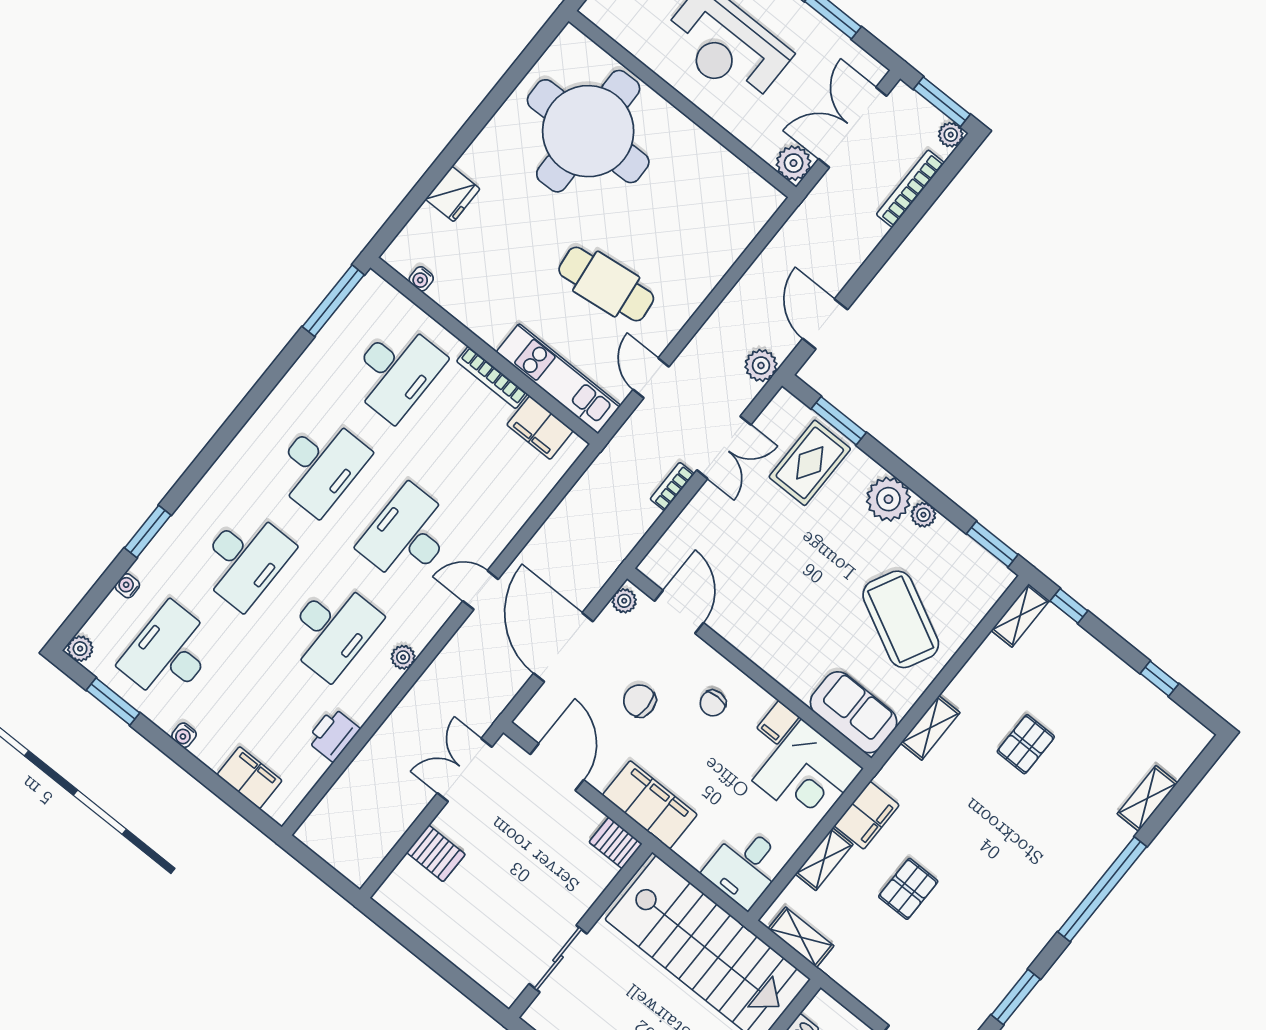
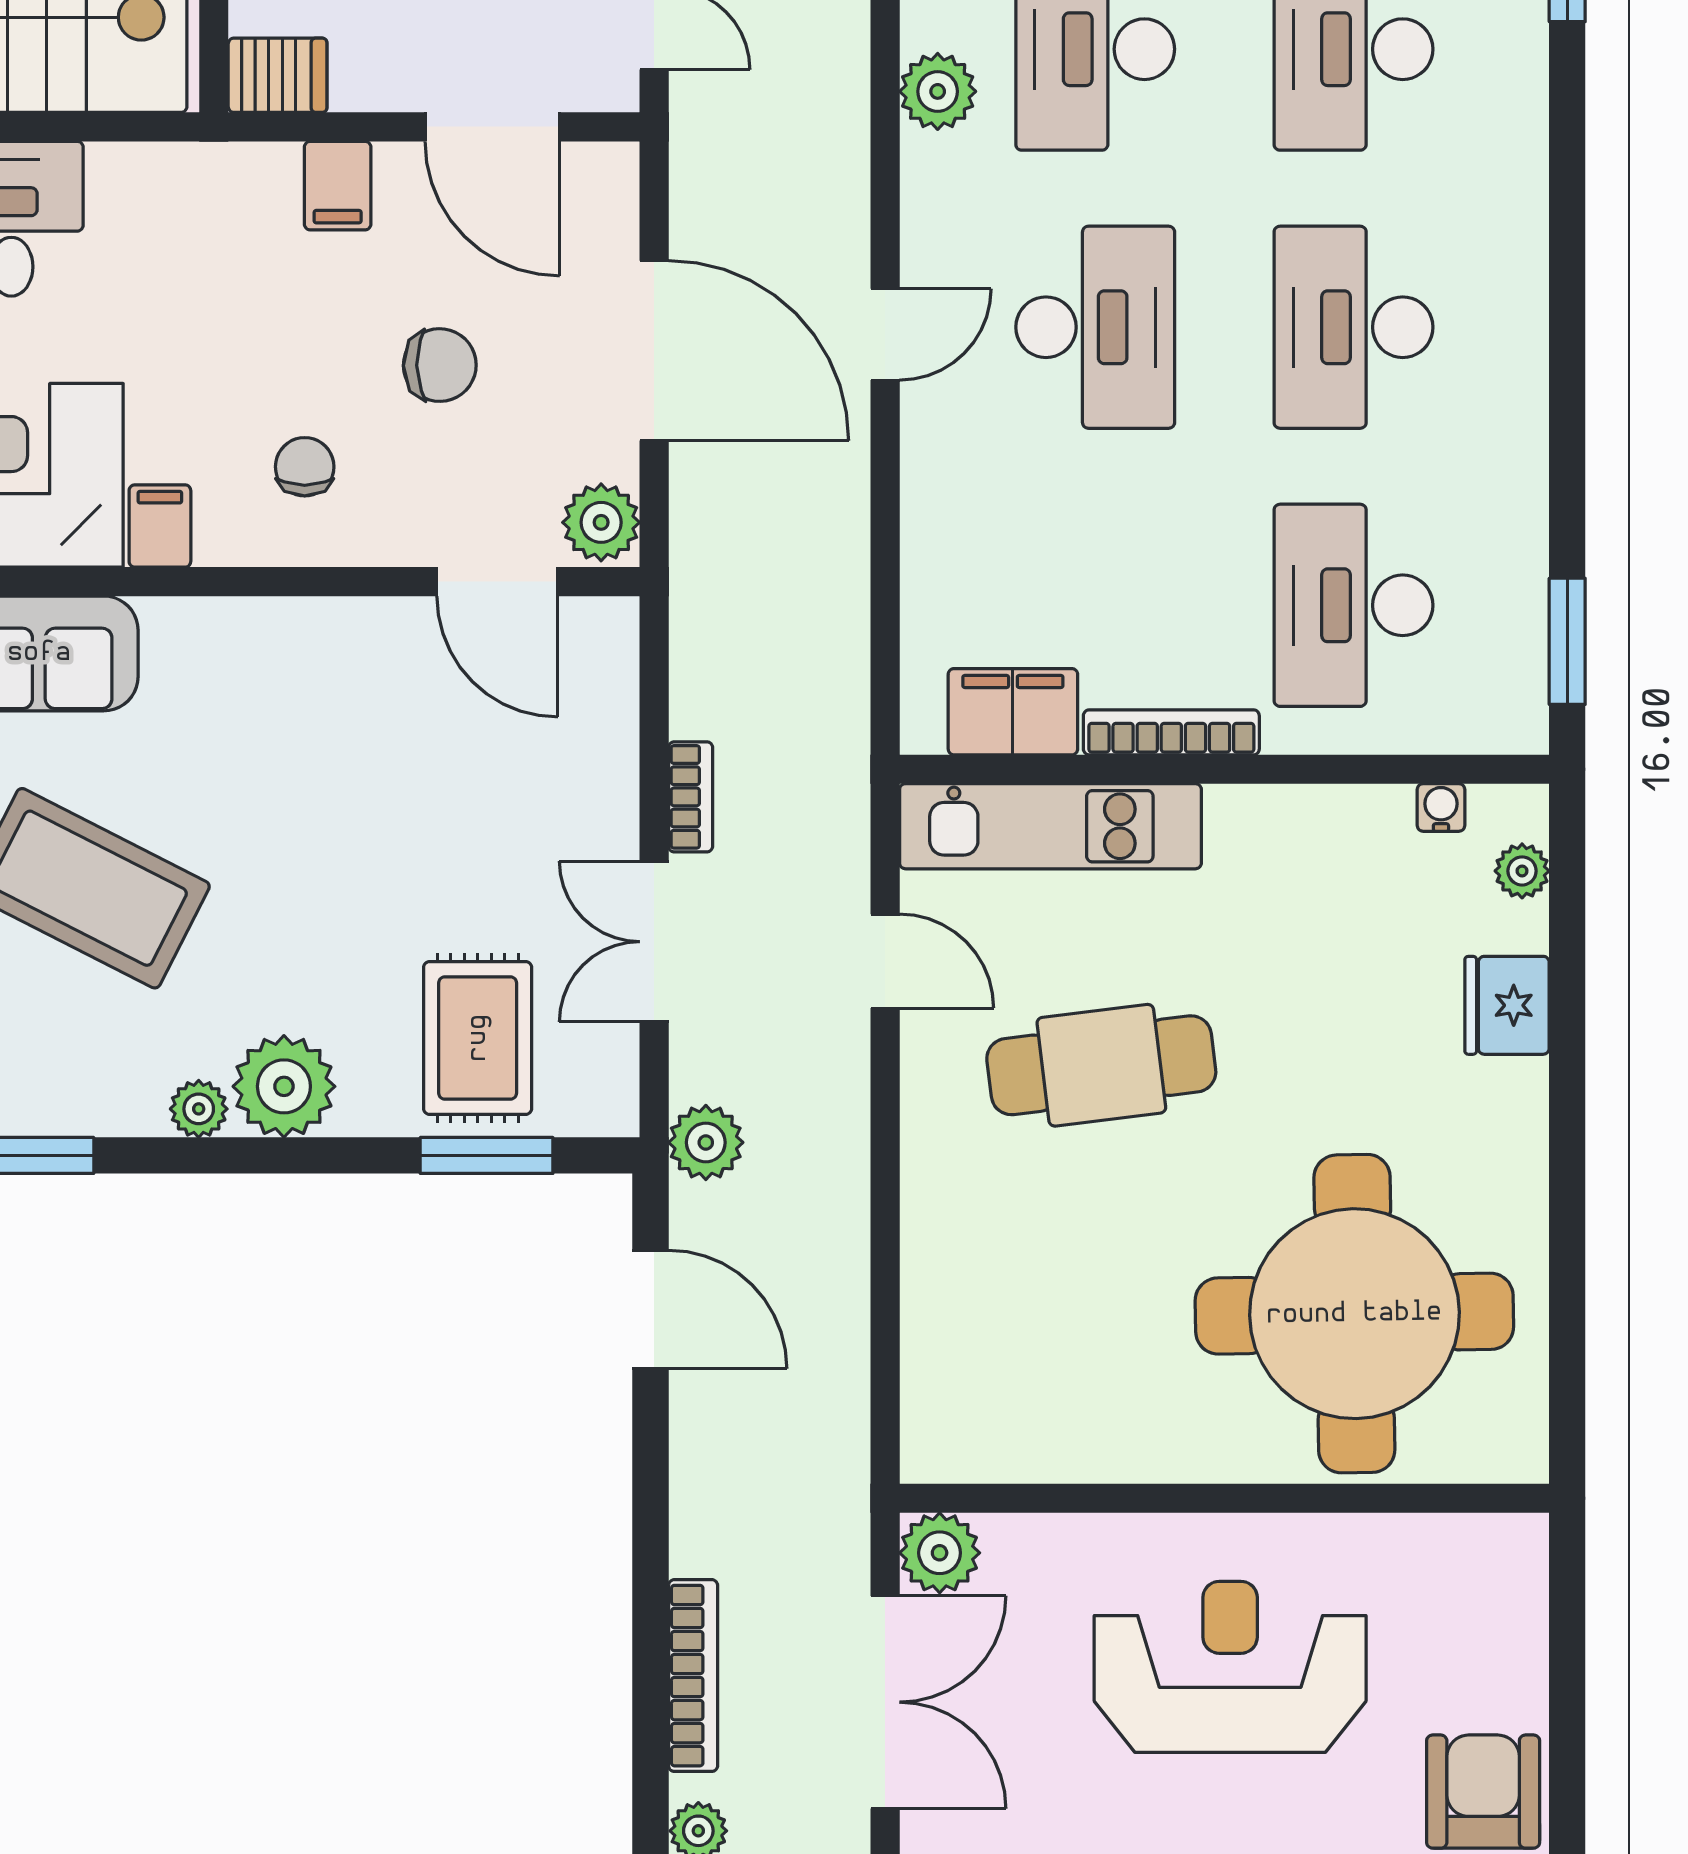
plant: (411, 235) -> (1522, 871), added
window: (333, 301) -> (1567, 641), width x0.69
plant: (624, 601) -> (601, 522), width x1.38, depth x1.38
plant: (403, 657) -> (938, 91), width x1.38, depth x1.38
filing cabinet: (650, 805) -> (338, 186), width x0.33, depth x0.86

